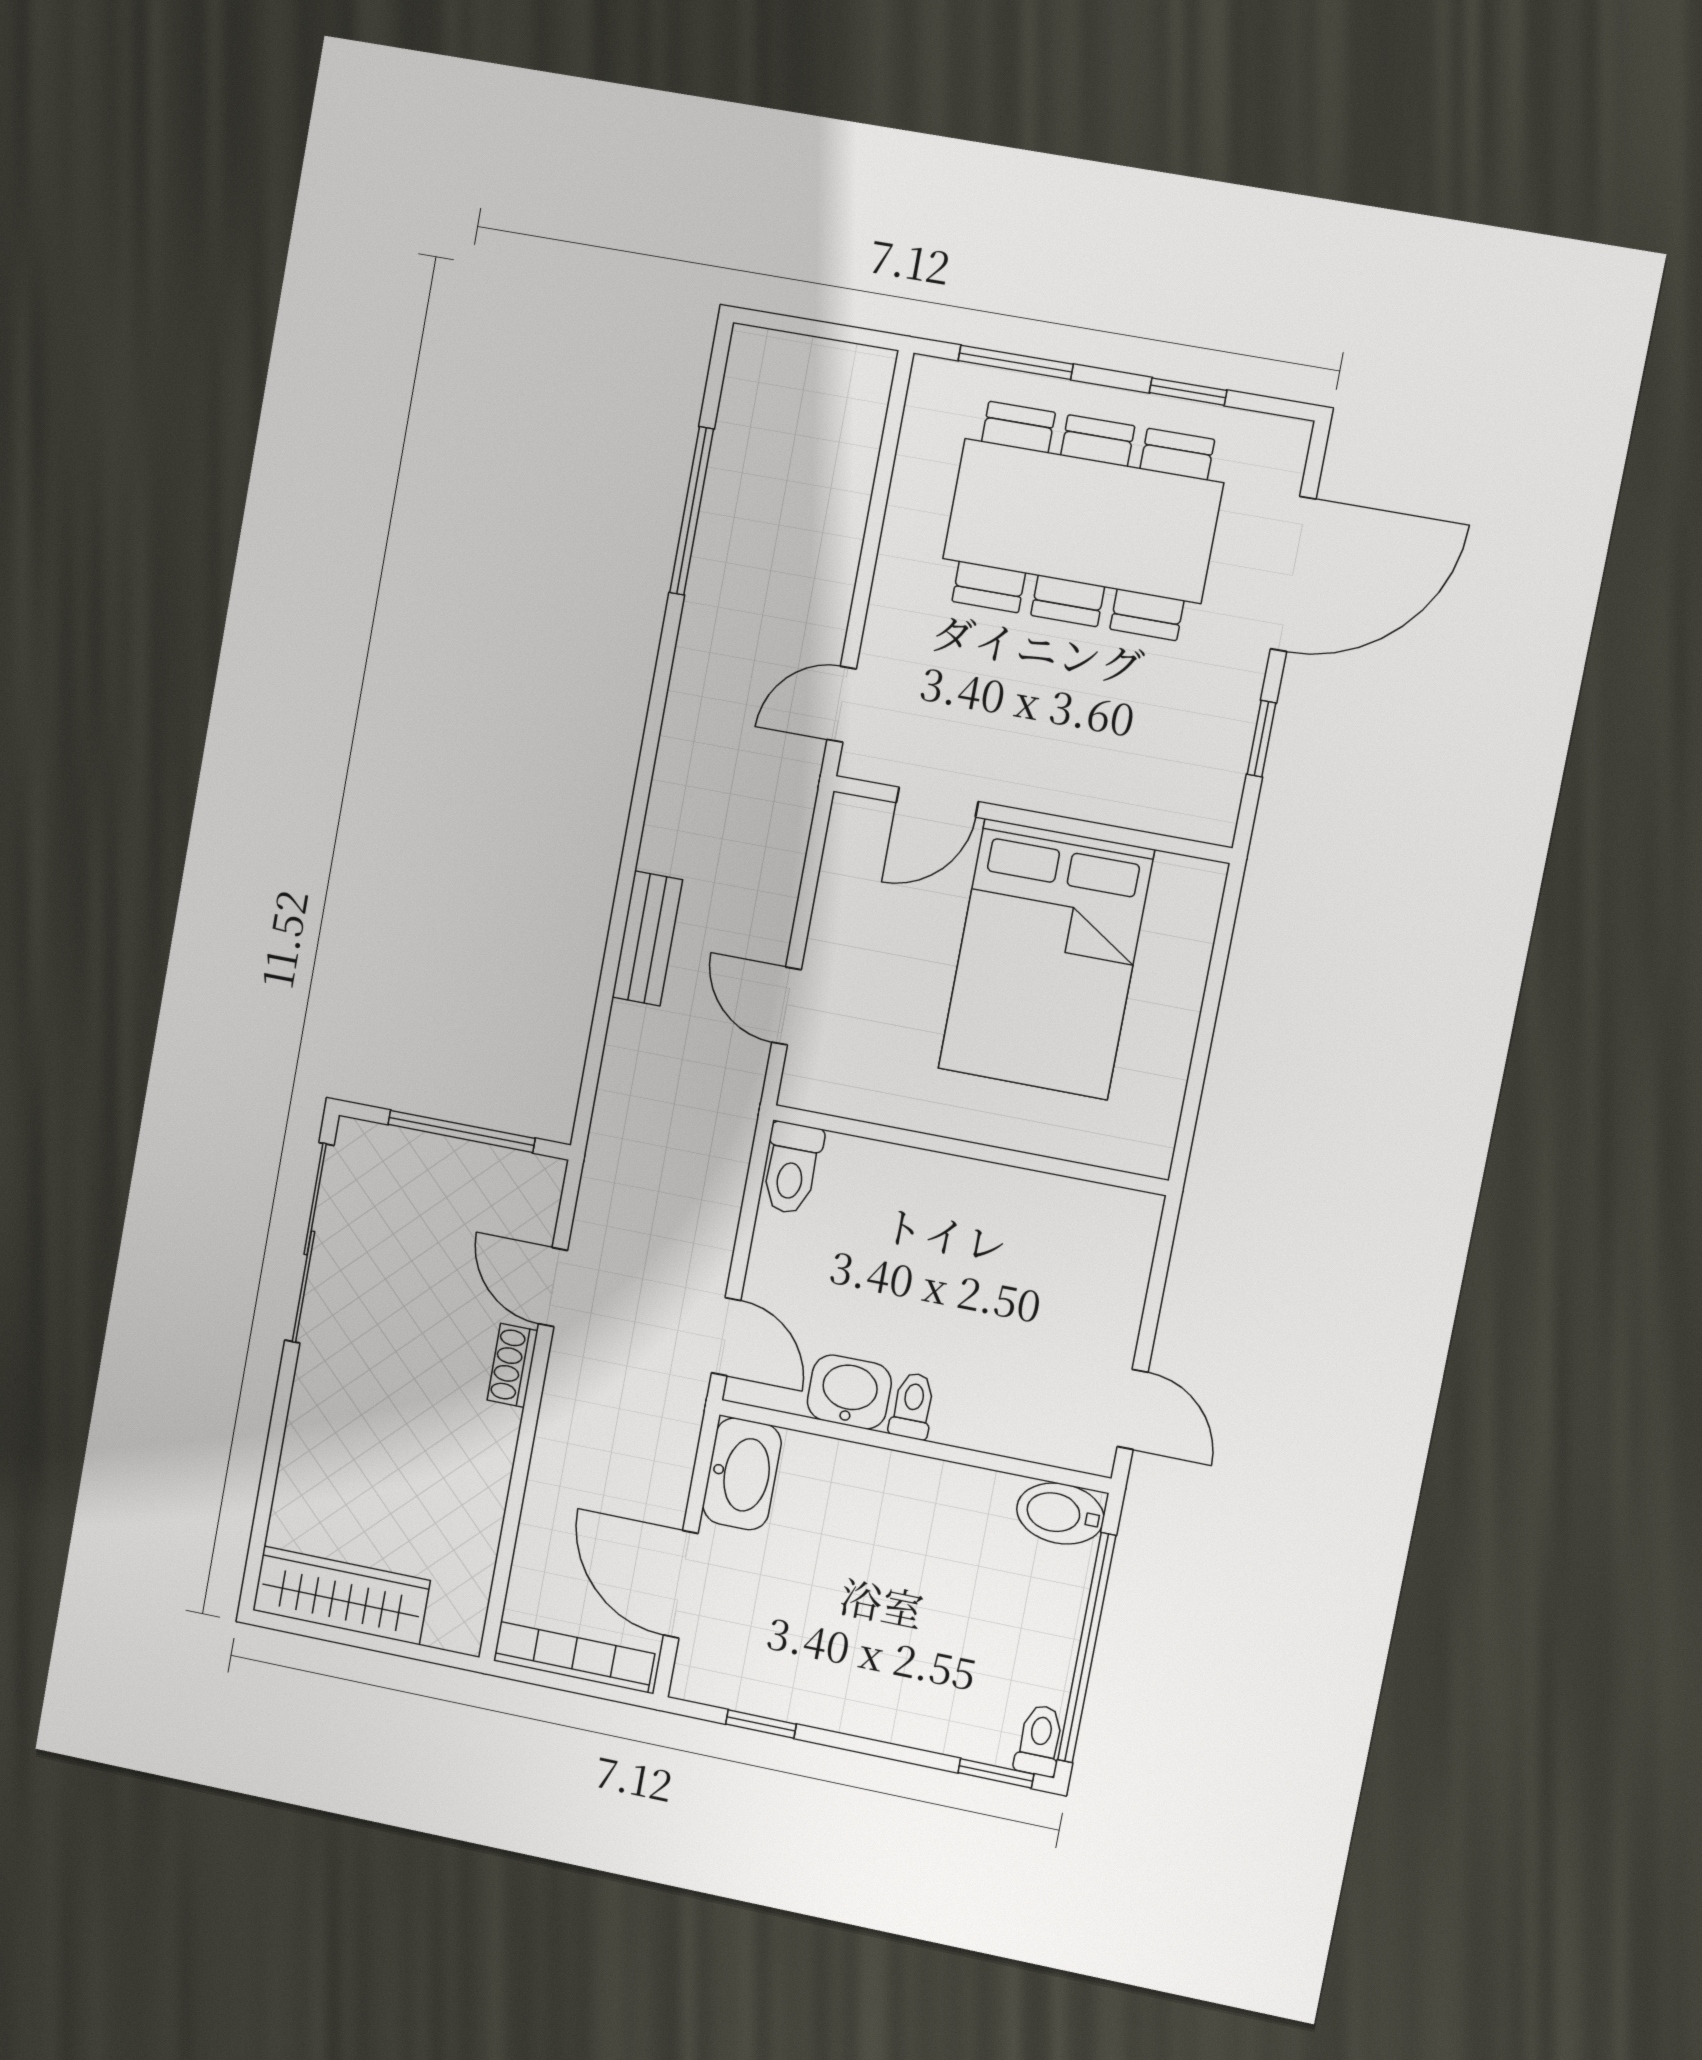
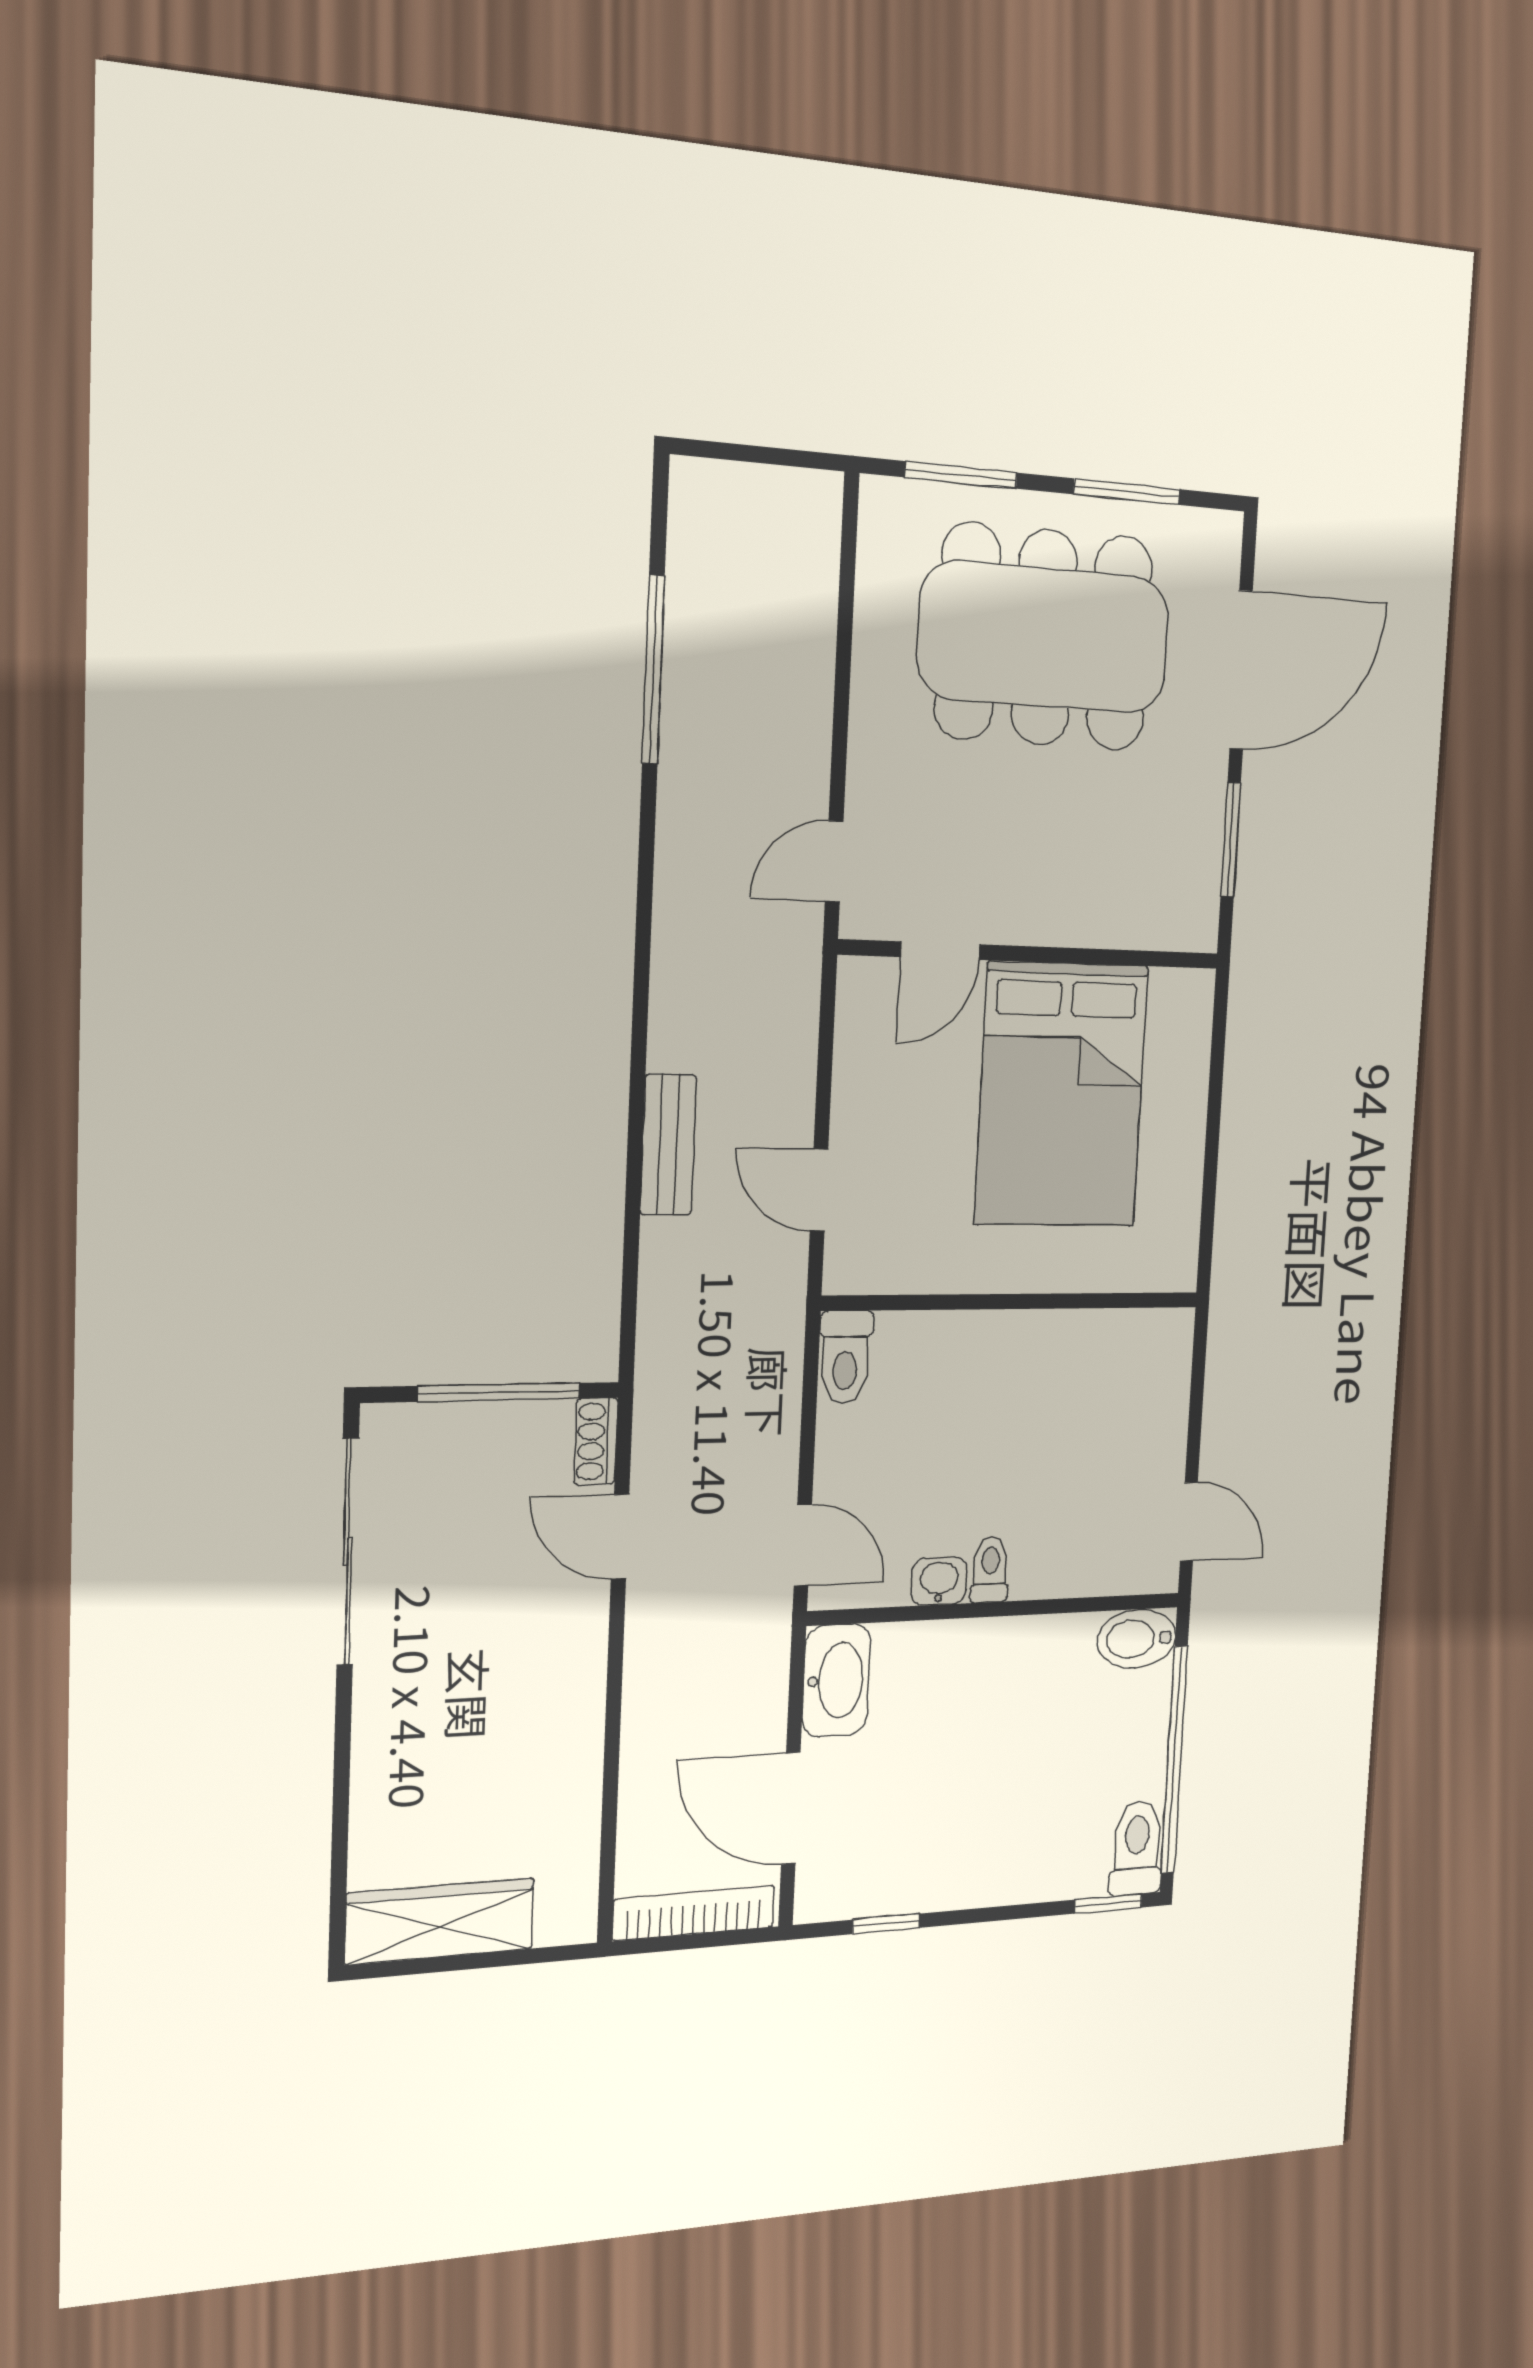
window: (1188, 392) -> (1127, 492), width x1.50
window: (1261, 739) -> (1231, 840), width x1.50
shoe rack: (512, 1365) -> (596, 1441), moved
washbasin: (849, 1392) -> (939, 1581), width x0.72, depth x0.69
toilet: (1040, 1740) -> (1137, 1848), width x1.37, depth x1.39

